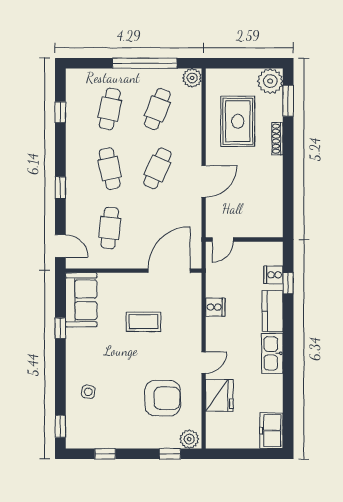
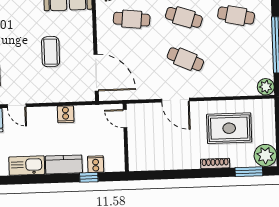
cafe table: (157, 109) -> (238, 57), removed
cafe table: (110, 168) -> (184, 17), turned 30

